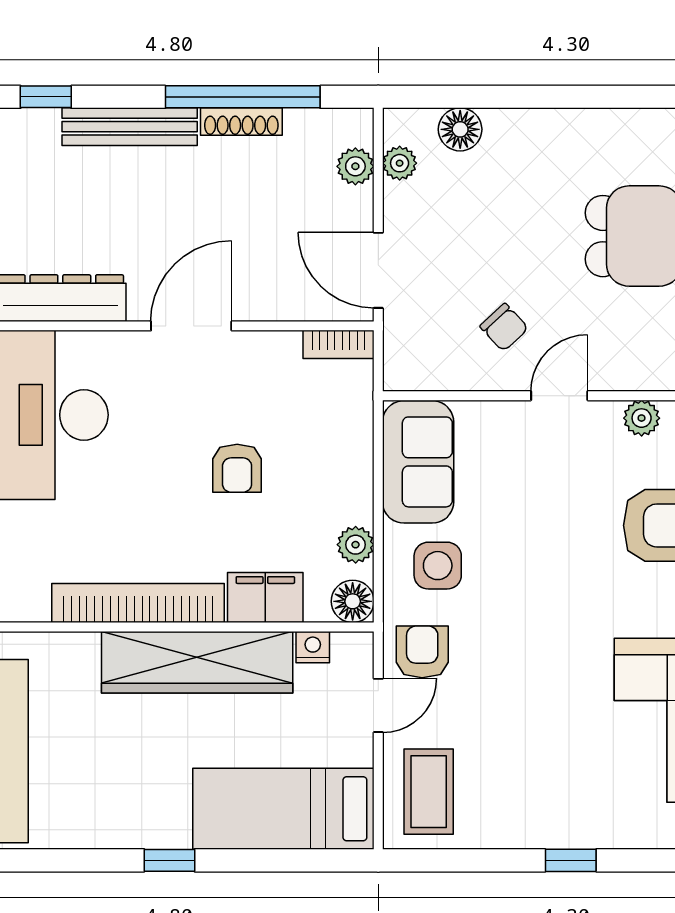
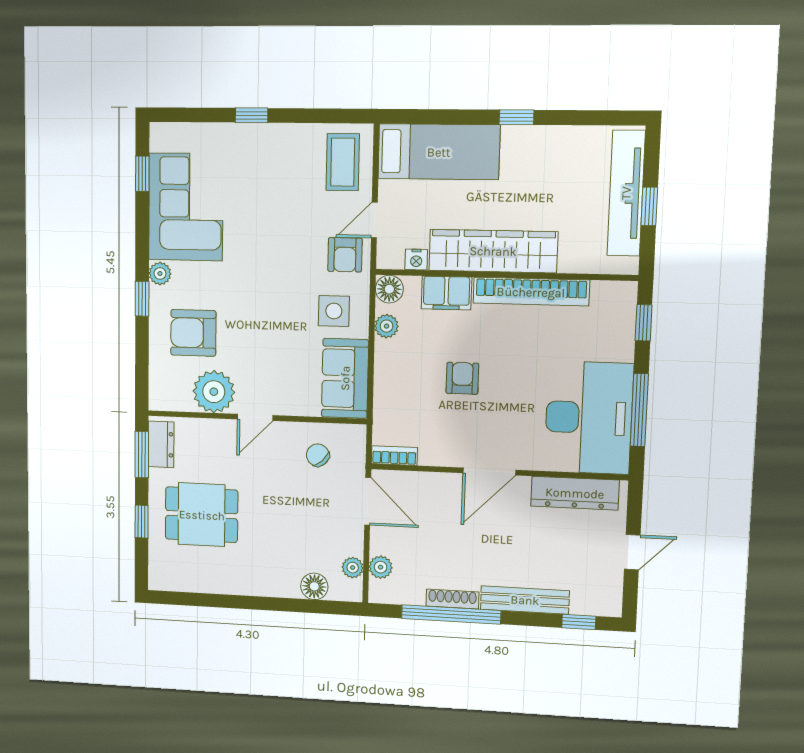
chair: (504, 327) -> (318, 455), moved
plant: (642, 418) -> (214, 392), width x1.88, depth x1.88

